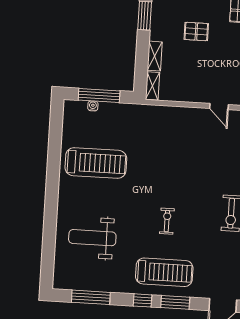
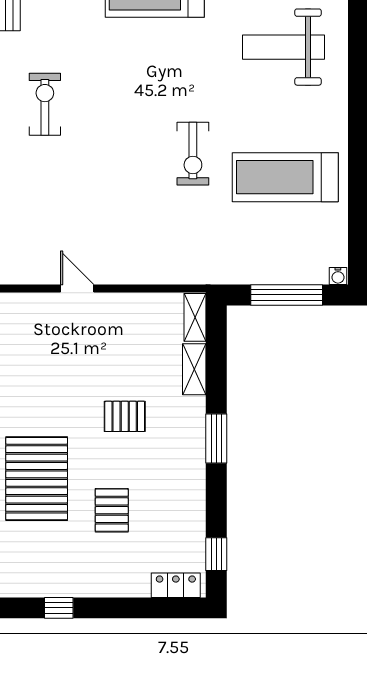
water cooler: (93, 106) -> (338, 276), moved
exercise bike: (167, 221) -> (193, 154), moved, width x1.38, depth x1.39
weight bench: (92, 238) -> (283, 47), turned 180

